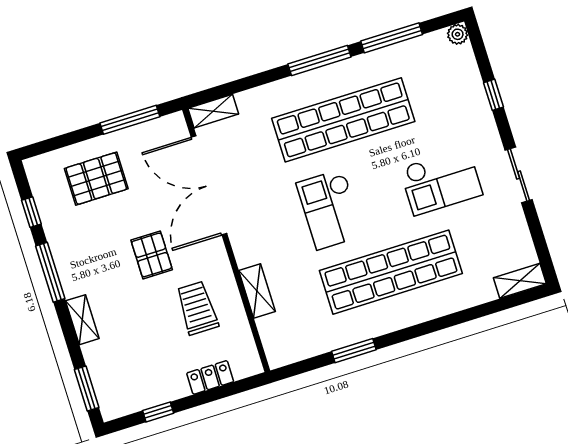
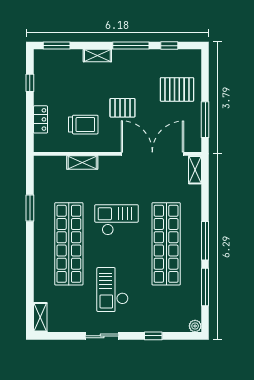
pallet: (96, 179) -> (177, 89), turned 90

